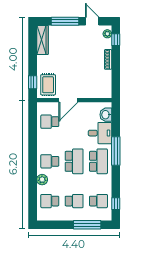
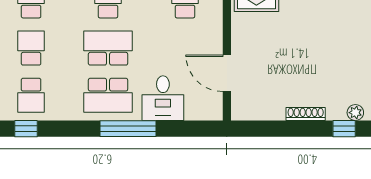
door: (68, 100) -> (227, 73), moved
washbasin: (106, 115) -> (198, 109), removed
school desk: (74, 161) -> (108, 48), turned 180
school desk: (74, 201) -> (31, 48), turned 180

